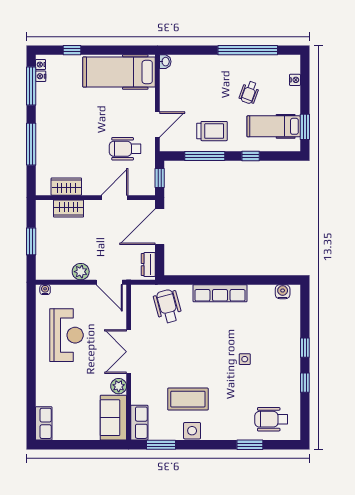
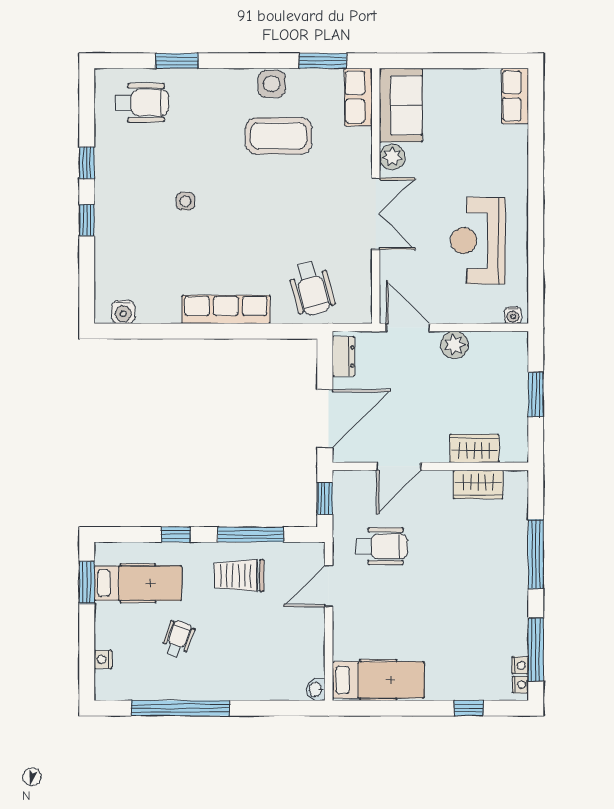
hospital bed: (119, 72) -> (378, 680), width x0.73, depth x0.78

